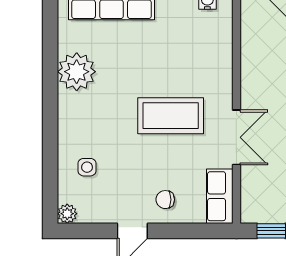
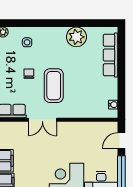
chair: (165, 200) -> (29, 74), moved

